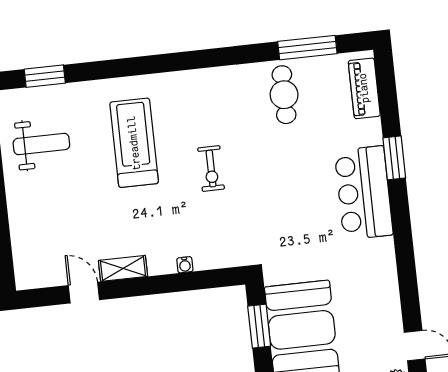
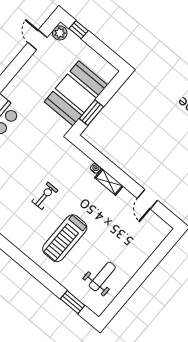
weight bench: (41, 144) -> (102, 276), turned 90
shelving: (123, 268) -> (109, 182), moved

